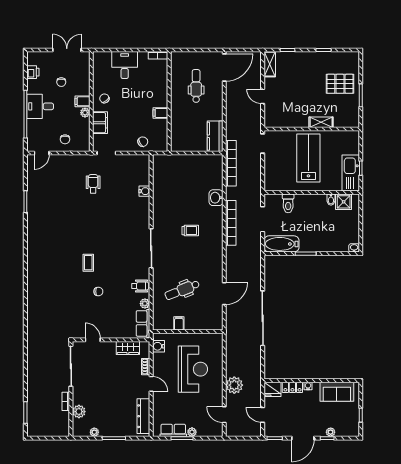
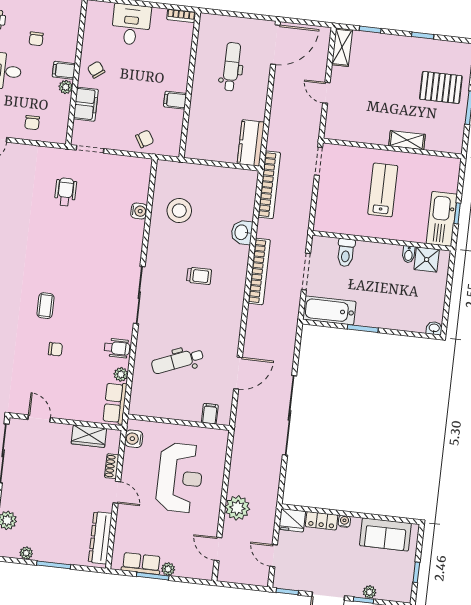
lab bench: (308, 158) -> (383, 190), width x0.73, depth x0.72
stool: (172, 188) -> (179, 211), added
filing cabinet: (179, 323) -> (210, 414), moved

